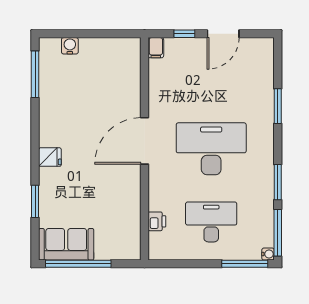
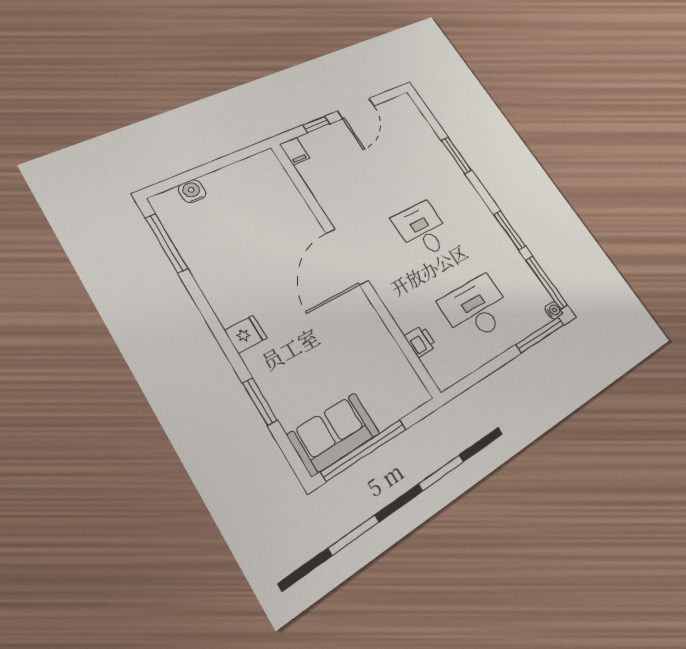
desk: (211, 149) -> (423, 230), width x0.53, depth x0.77

